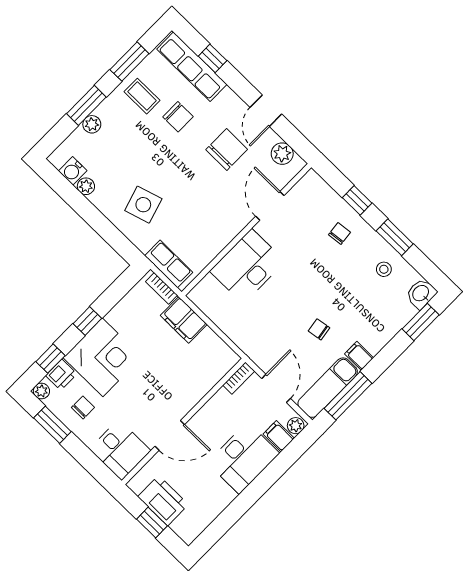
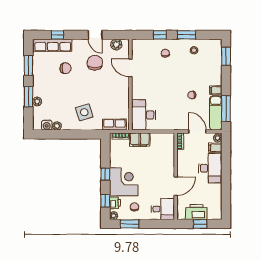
coffee table: (142, 96) -> (45, 74), removed
desk: (247, 266) -> (144, 115), moved
washbasin: (421, 294) -> (216, 46), removed

